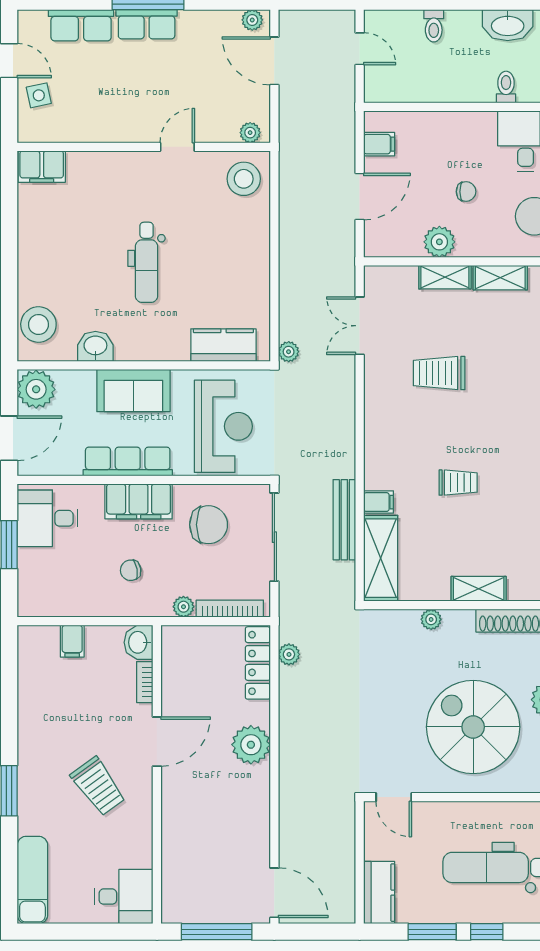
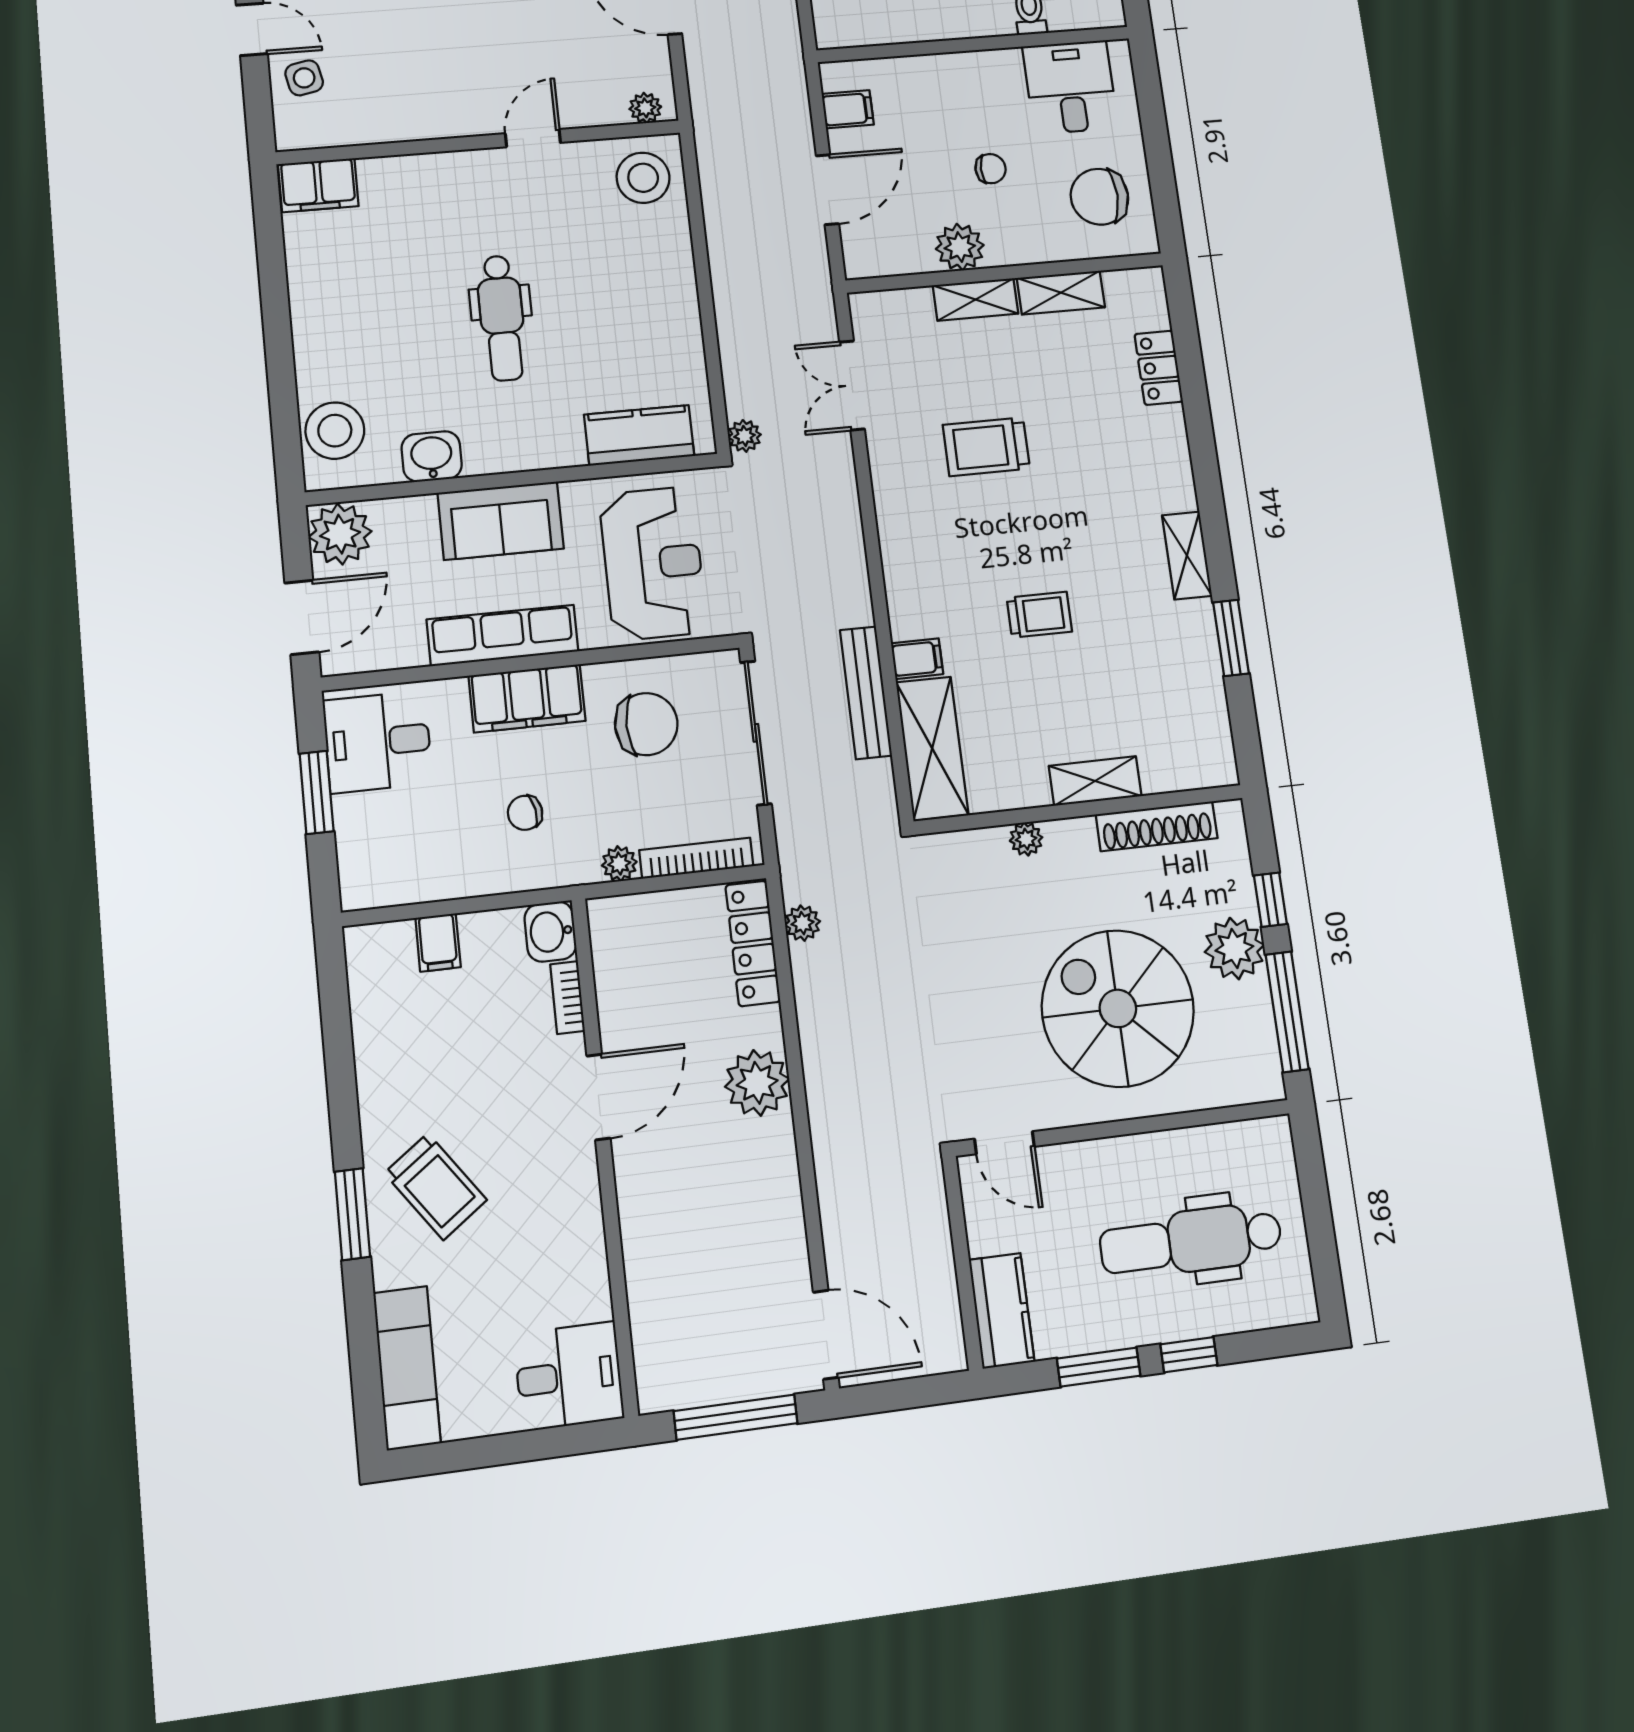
trolley: (98, 786) -> (436, 1186), moved

